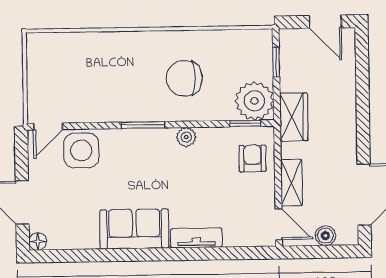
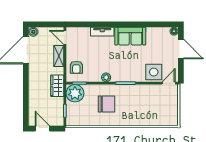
boiler: (325, 236) -> (33, 32), moved

